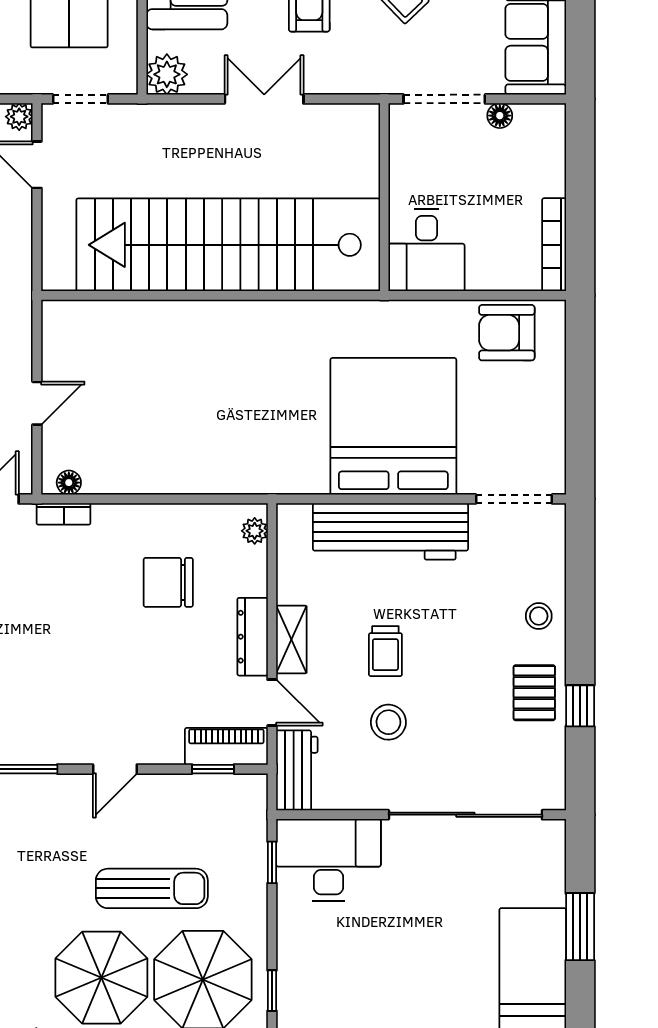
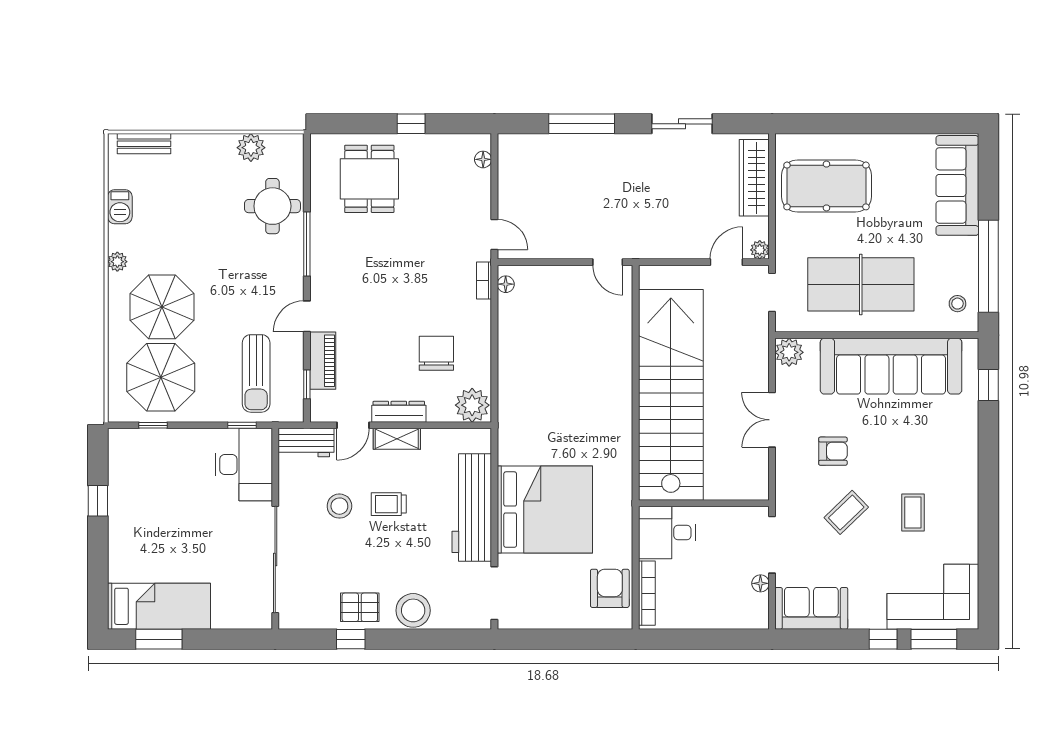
double door: (264, 99) -> (772, 420), swing flipped
bookcase: (554, 245) -> (647, 593), moved, turned 90
door: (37, 403) -> (608, 262), moved
plant: (255, 531) -> (472, 405), width x1.88, depth x1.88
stool: (539, 616) -> (413, 610), width x1.89, depth x1.89
piano: (226, 746) -> (323, 361), moved
door: (115, 769) -> (307, 316), hinge flipped
sun lounger: (152, 888) -> (256, 373), moved
window: (580, 927) -> (159, 639), moved

